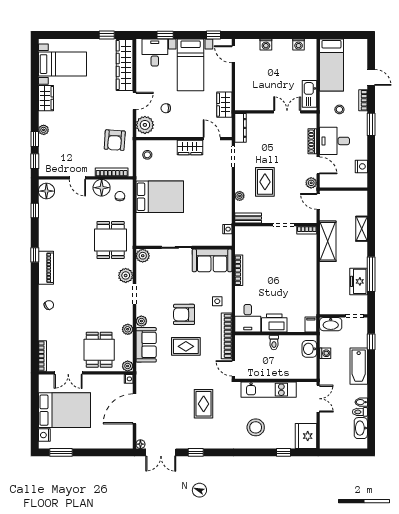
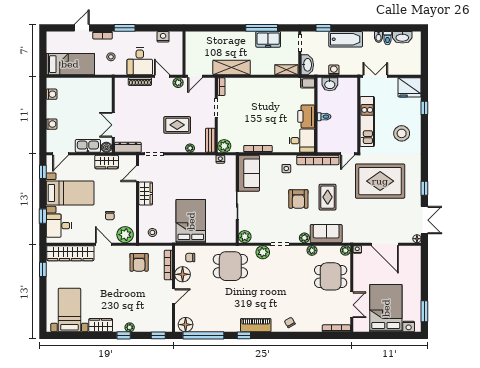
kitchen sink: (309, 94) -> (88, 146), moved, turned 180
boiler: (240, 104) -> (106, 147), added
double door: (287, 112) -> (113, 125), moved
window: (35, 139) -> (124, 335), moved
armchair: (115, 140) -> (139, 262), turned 86
door: (318, 165) -> (162, 76), hinge flipped
window: (35, 211) -> (203, 335), width x3.17
shelving: (362, 229) -> (286, 70), moved
plant: (242, 233) -> (224, 146), added
rug: (204, 404) -> (380, 181), width x1.86, depth x2.06

